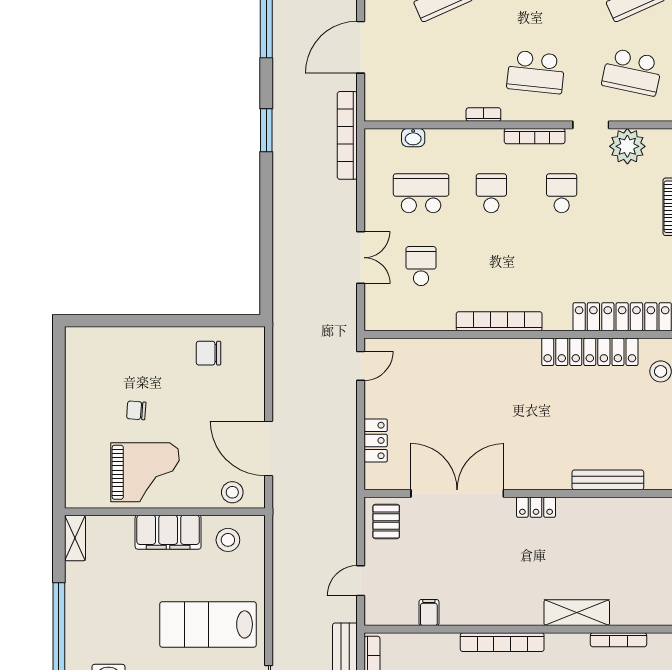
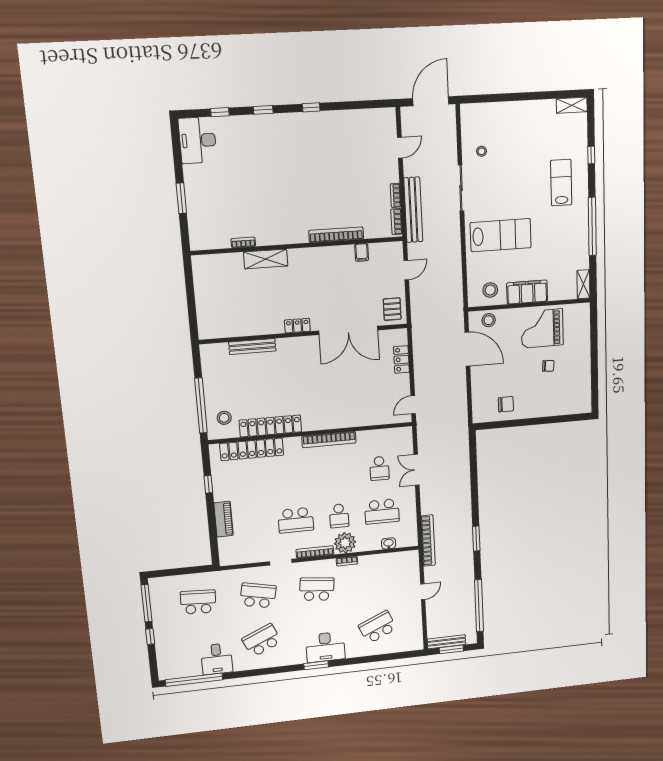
door: (361, 47) -> (423, 592), width x0.53
plant: (627, 146) -> (345, 543), moved
school desk: (562, 193) -> (296, 520), width x1.85
bookcase: (618, 640) -> (243, 242), width x0.64
bookcase: (502, 642) -> (336, 235), moved

